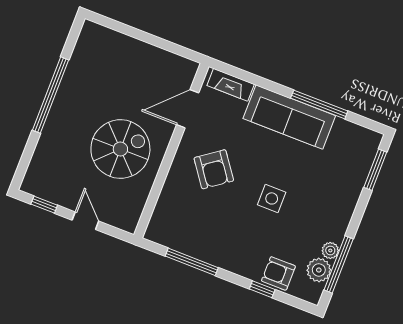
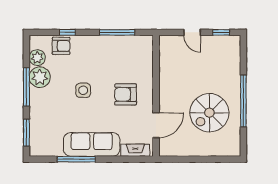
spiral stairs: (120, 149) -> (209, 113), moved
armchair: (214, 169) -> (126, 94), turned -54
plant: (330, 251) -> (40, 77), width x1.88, depth x1.88
window: (339, 264) -> (26, 87), moved

